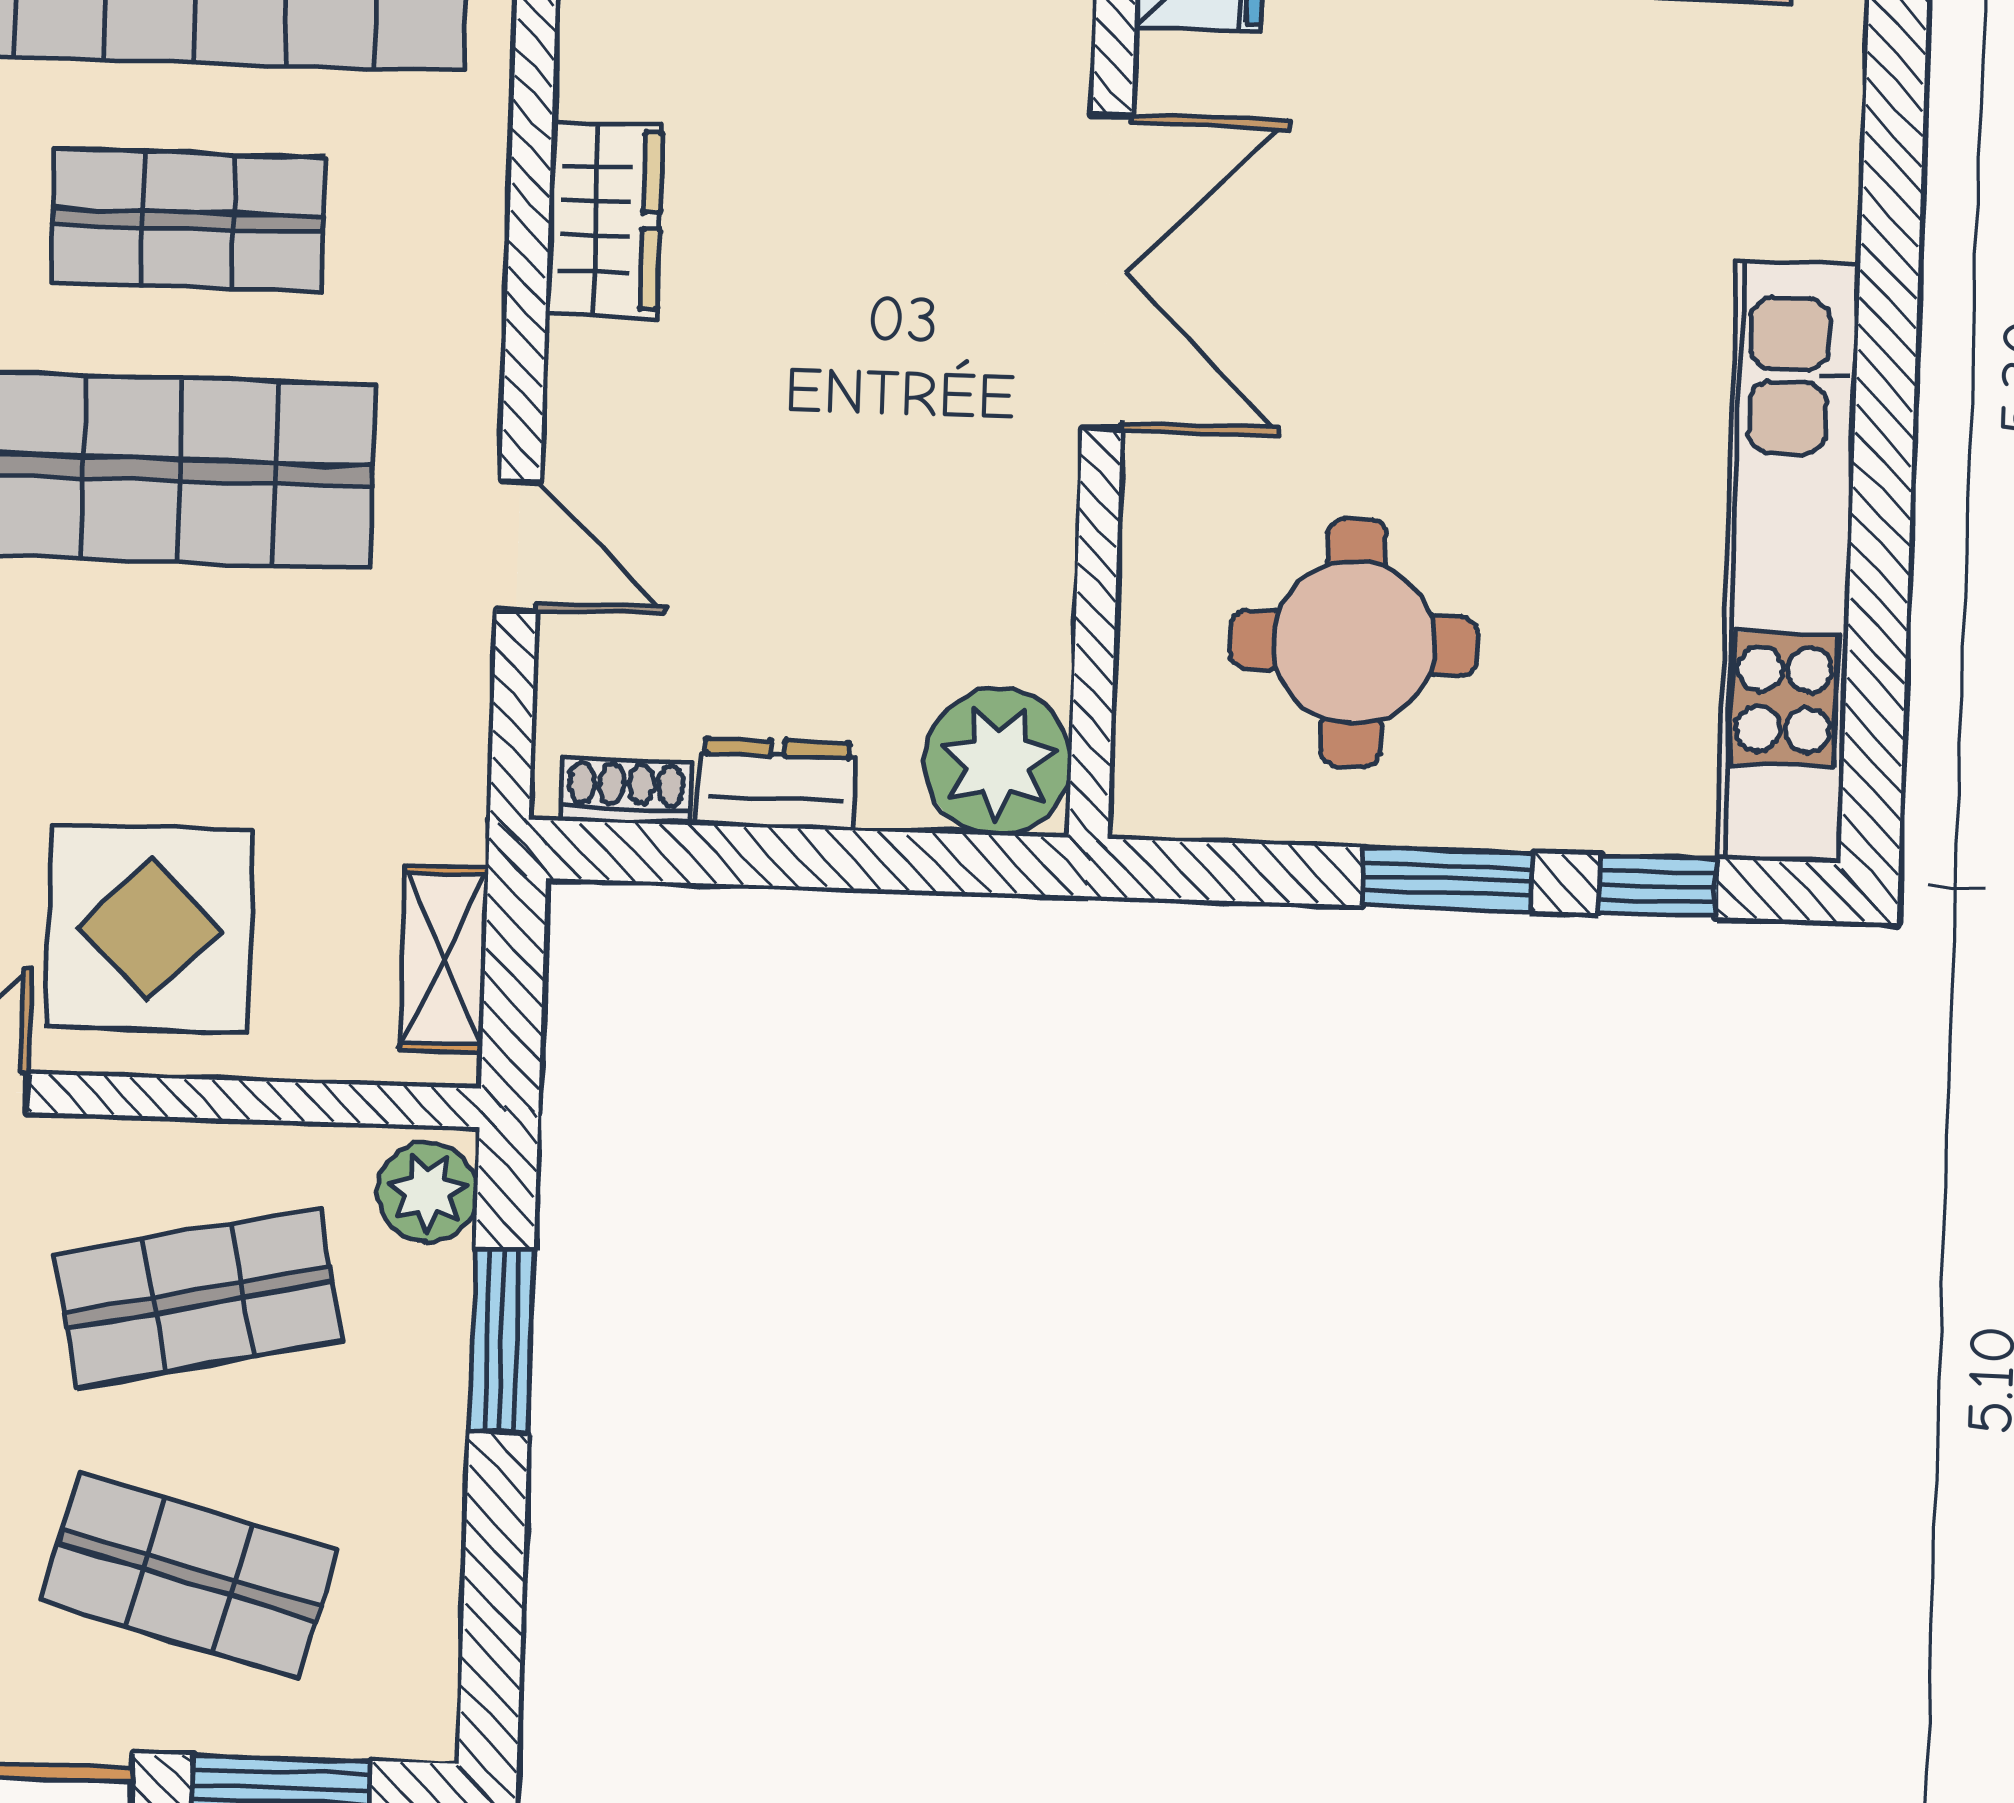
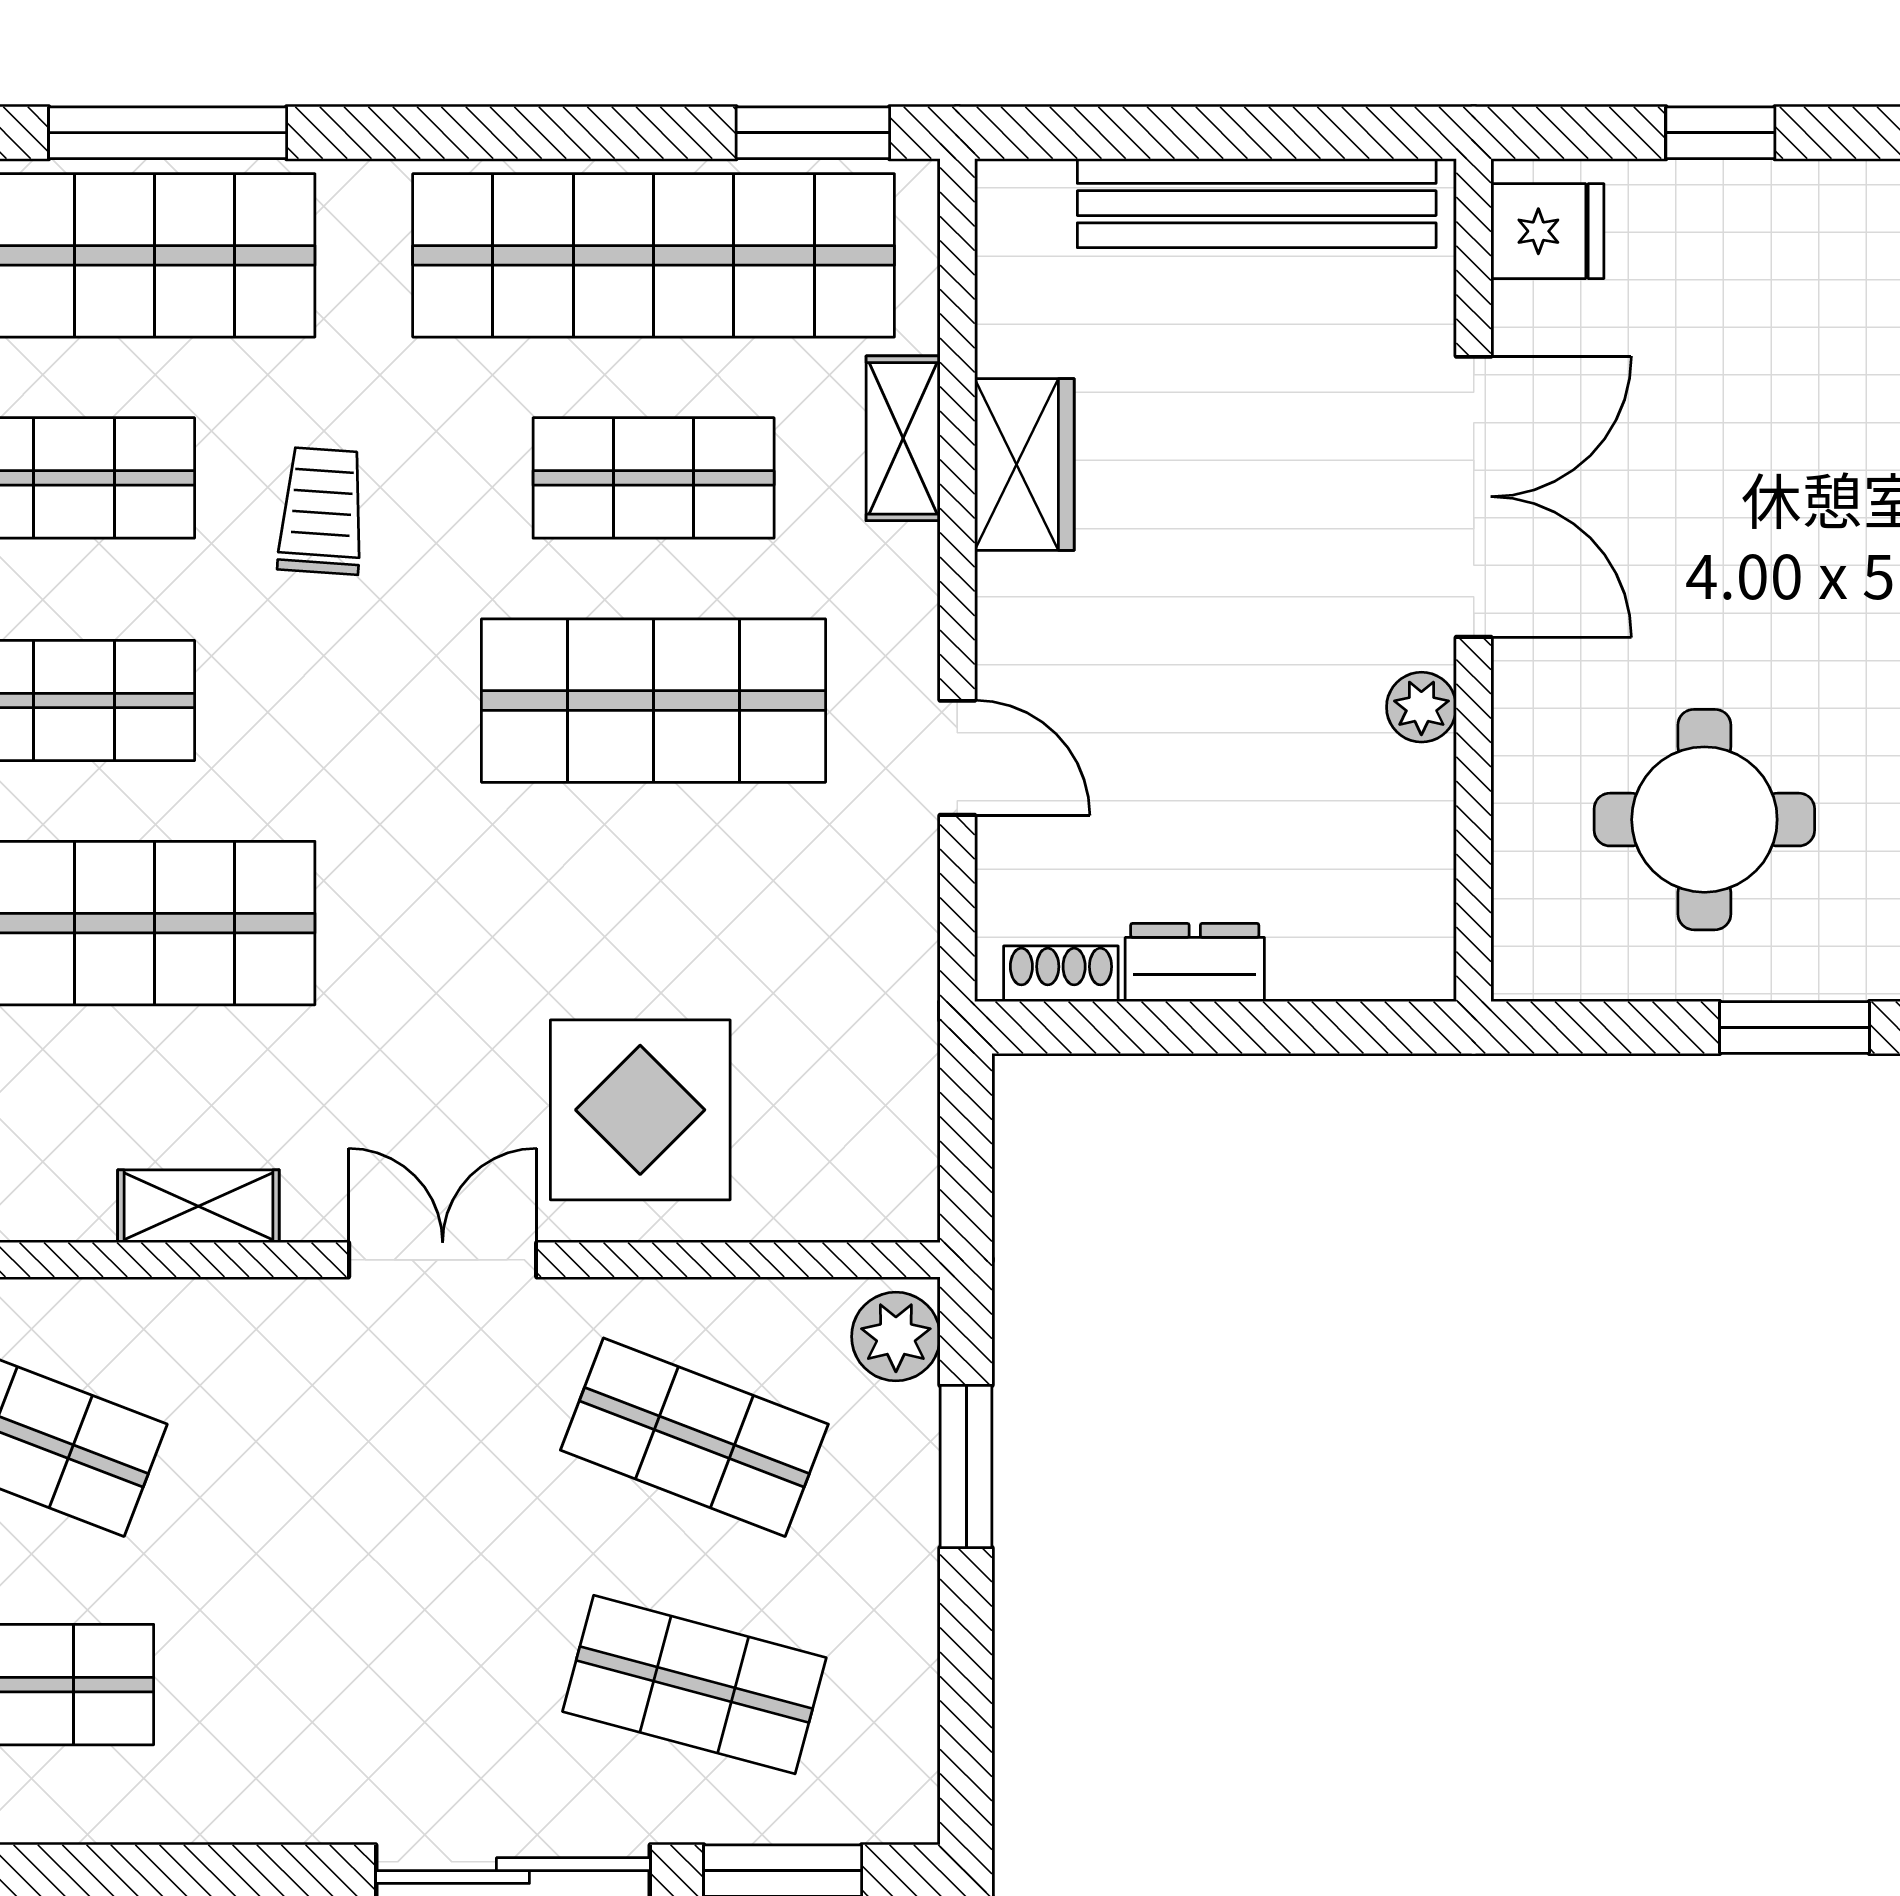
plant: (998, 762) -> (1421, 707), moved, width x0.53, depth x0.53
shelving: (444, 959) -> (903, 438), moved
shop shelf: (198, 1298) -> (694, 1437), turned 33

